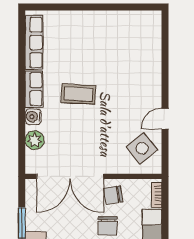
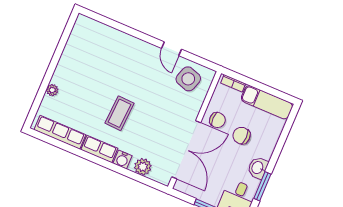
plant: (73, 17) -> (52, 90), added
side table: (142, 148) -> (188, 79), turned -33
chair: (113, 195) -> (217, 120), turned -81
chair: (108, 226) -> (242, 136), turned 180

